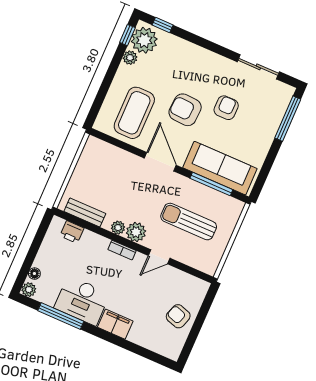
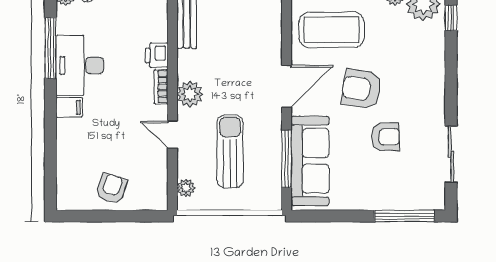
armchair: (185, 110) -> (361, 89), turned -84
plant: (118, 228) -> (186, 188), moved
printer: (72, 232) -> (157, 55), moved
filing cabinet: (115, 324) -> (69, 107), width x0.50

